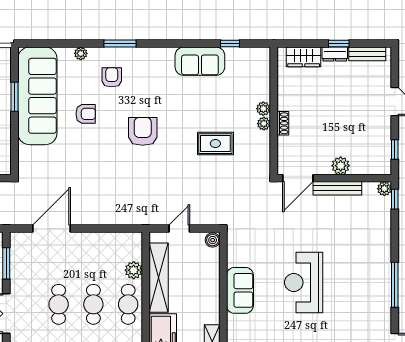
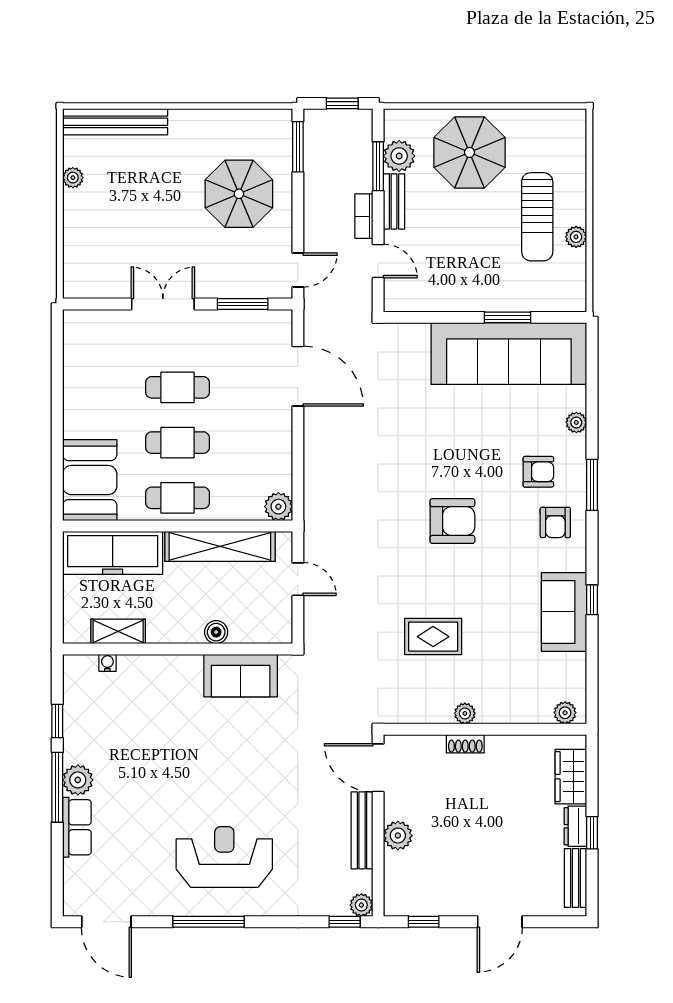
window: (230, 44) -> (592, 600), moved
plant: (263, 109) -> (565, 713), moved
armchair: (86, 114) -> (555, 522), moved
rug: (215, 144) -> (433, 637), turned 90
boiler: (213, 240) -> (216, 632), moved
plant: (134, 270) -> (278, 507), moved
reception desk: (304, 283) -> (224, 857), moved
sofa: (240, 290) -> (241, 676), moved

